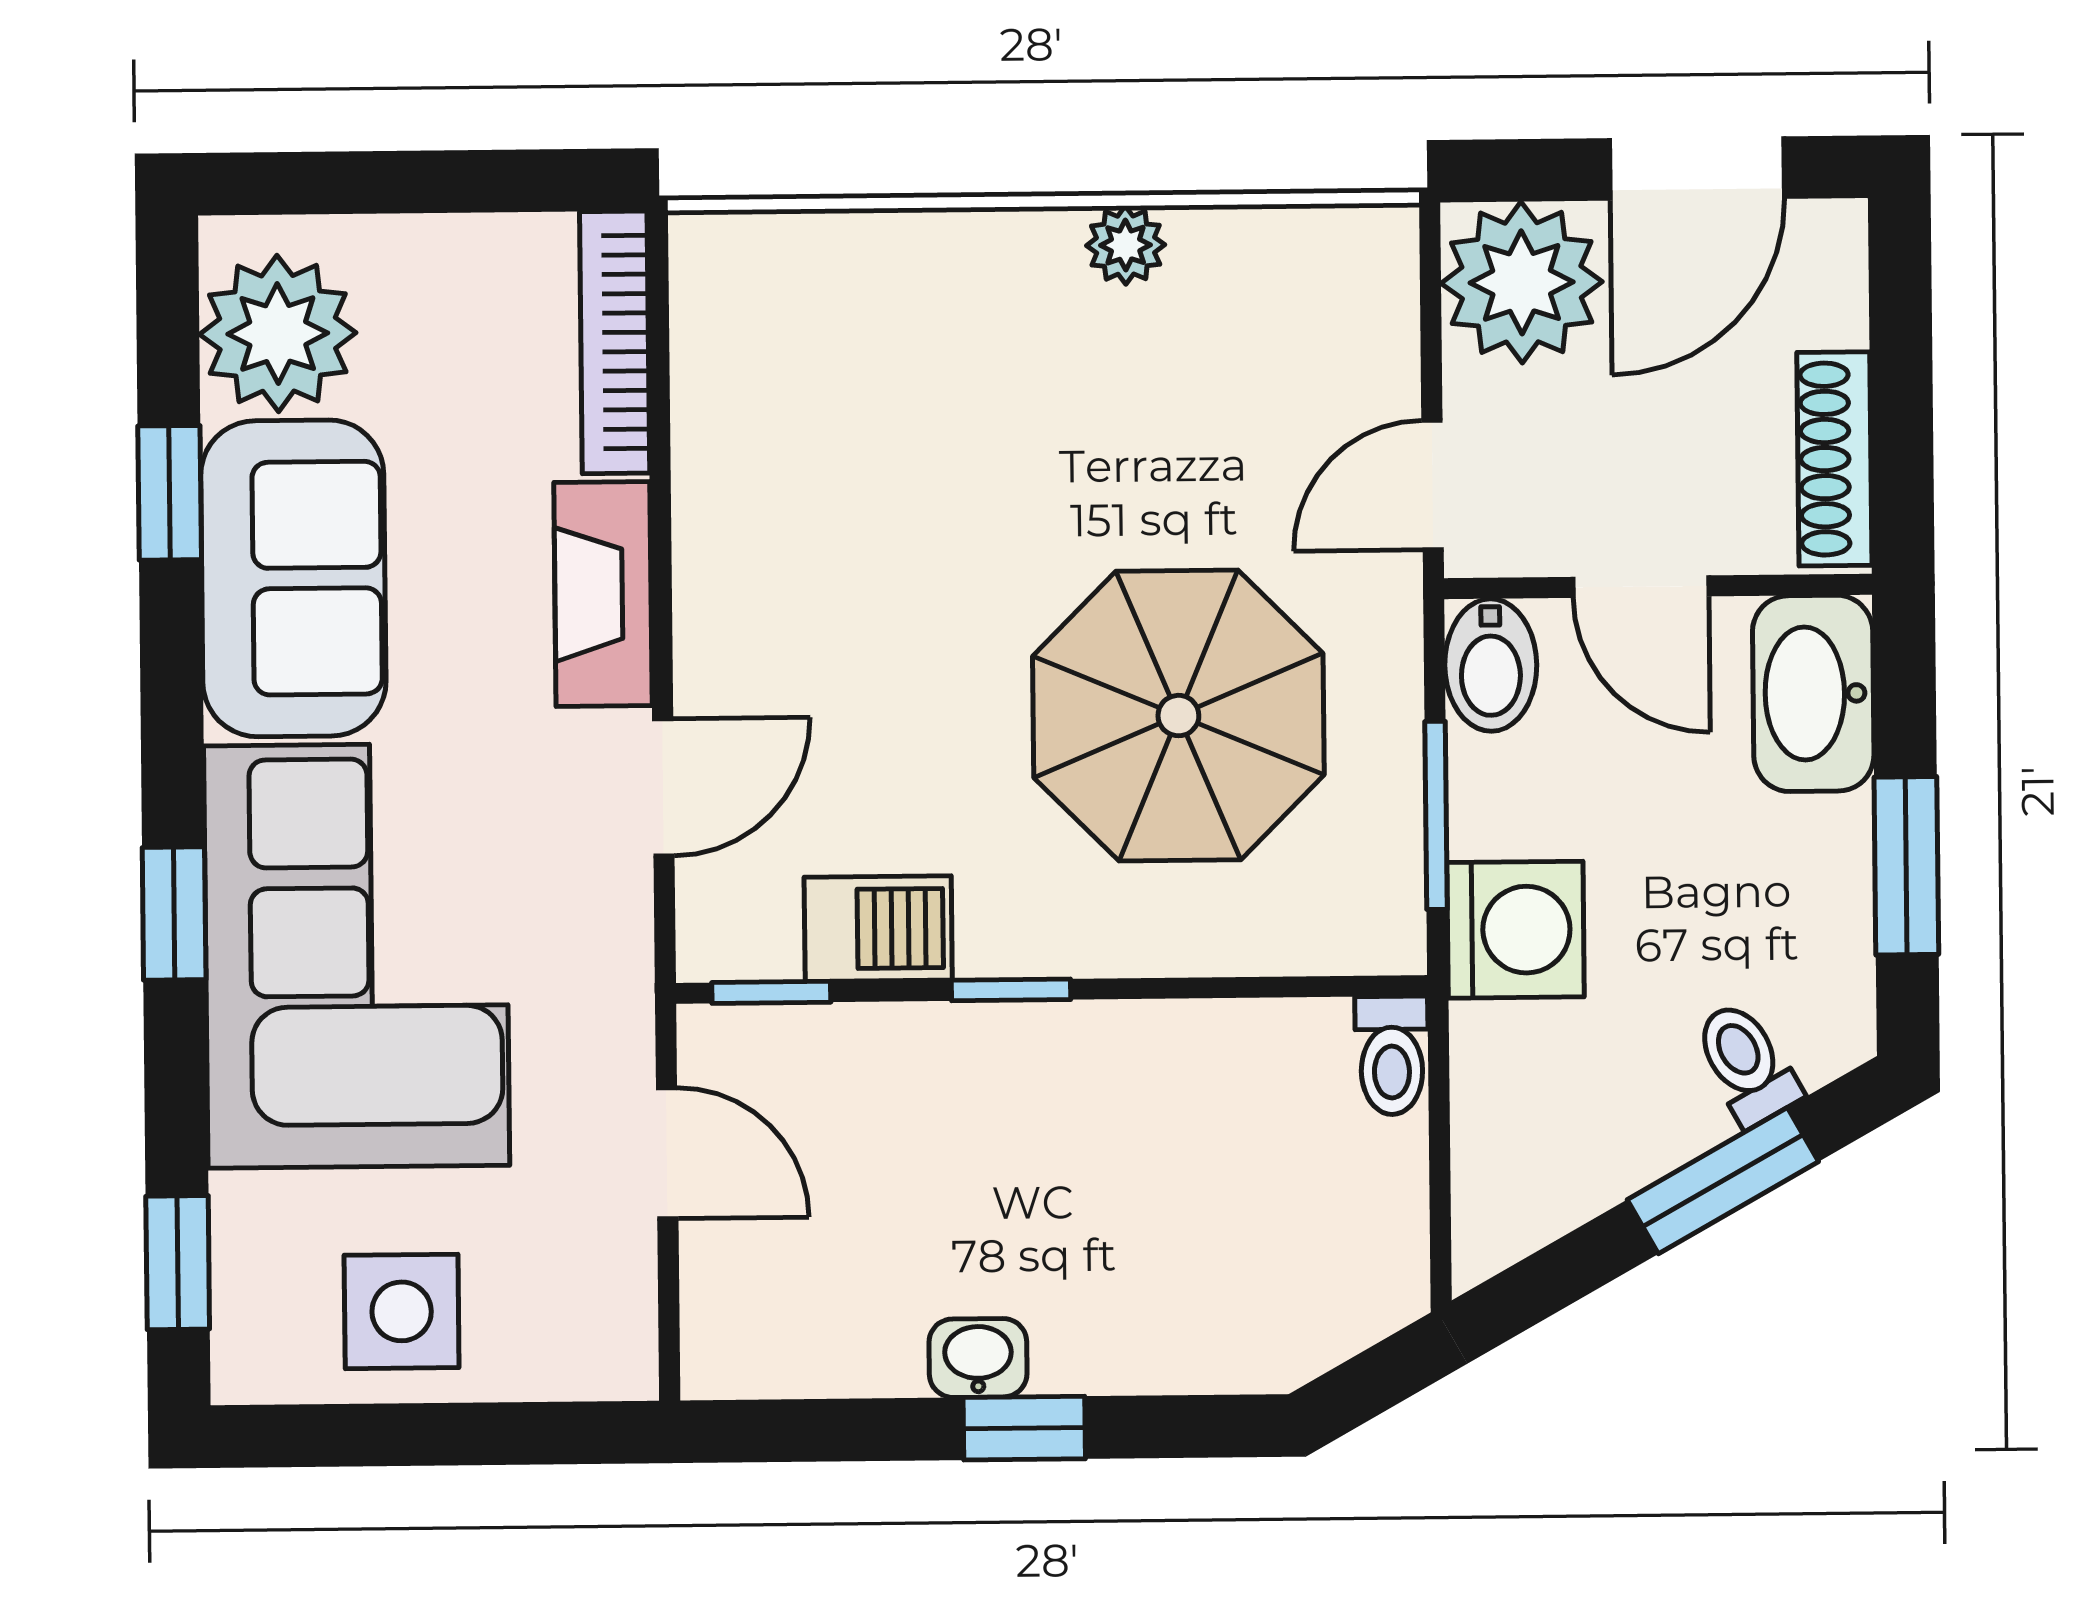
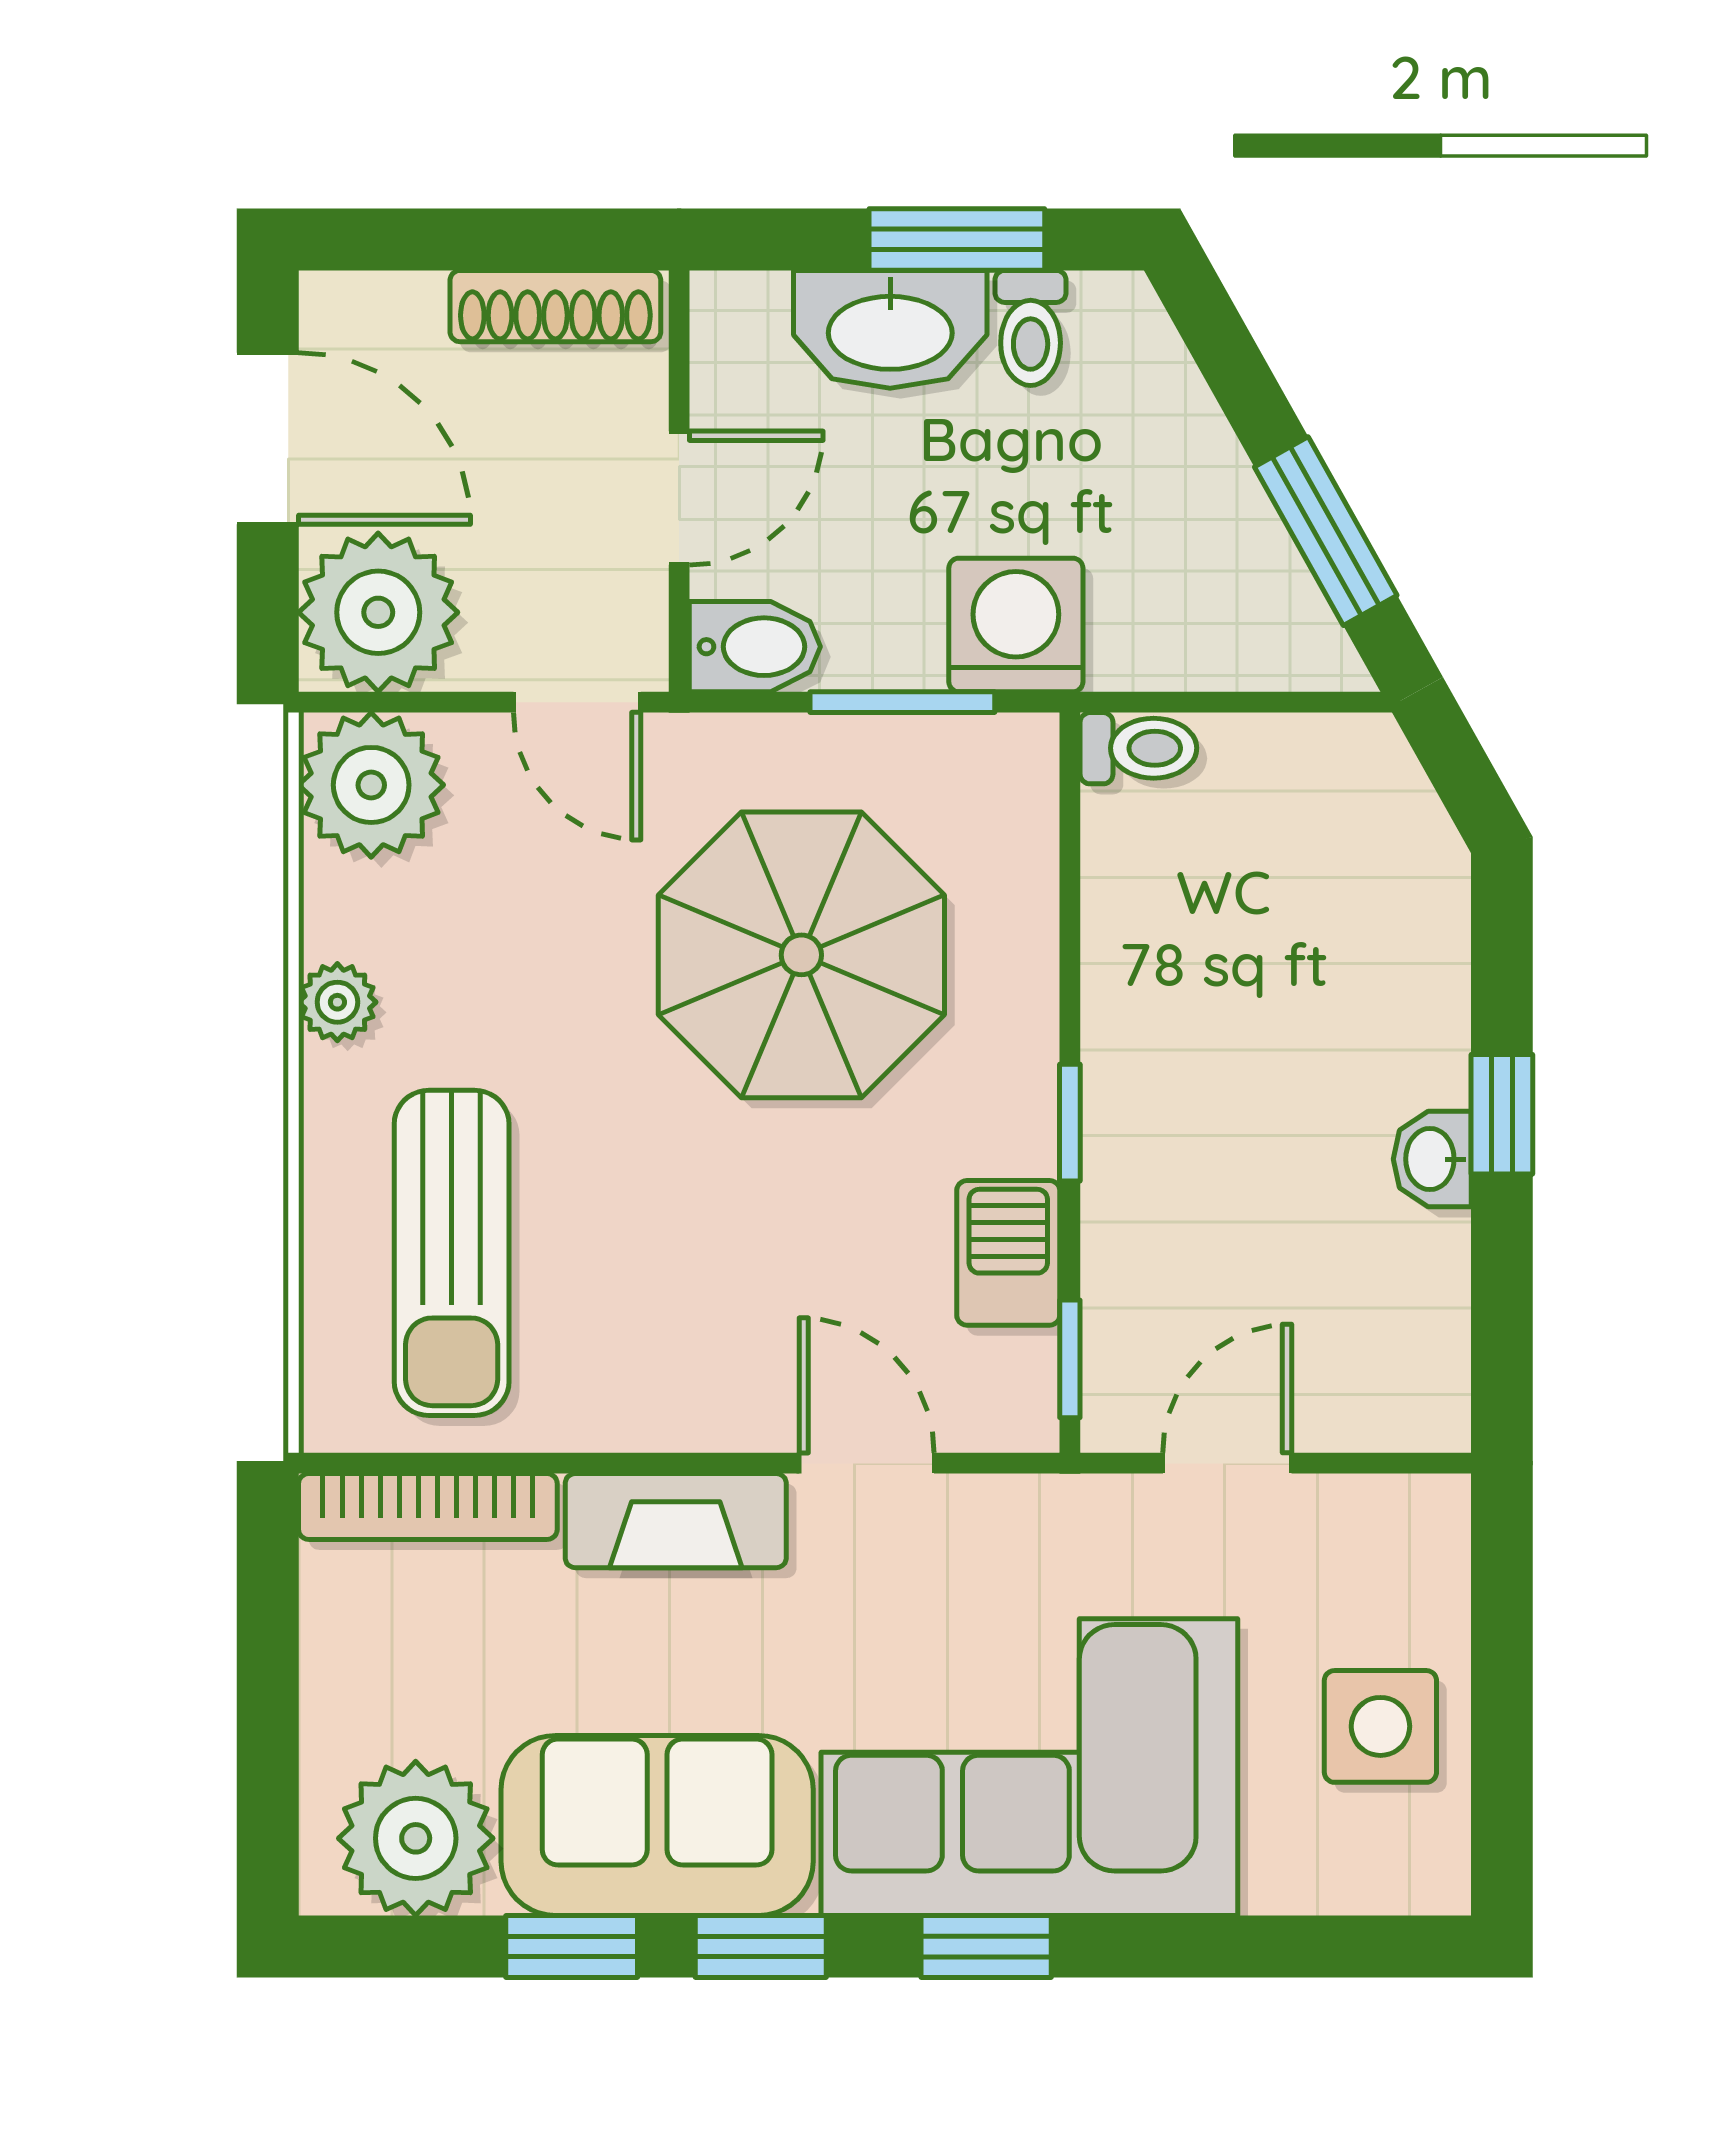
plant: (1346, 277) -> (371, 785), added
sun lounger: (872, 364) -> (452, 1253), added
washbasin: (1813, 693) -> (890, 329), moved
toilet: (1746, 1064) -> (1031, 328), moved, turned -61
window: (1723, 1181) -> (1326, 531), moved
window: (178, 1263) -> (761, 1946), moved

